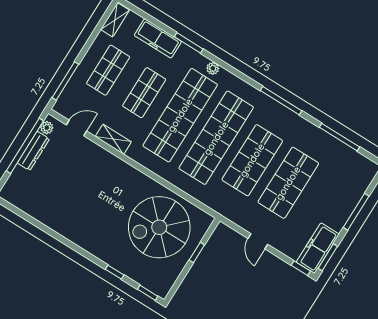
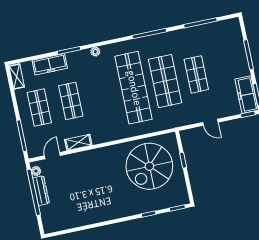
shop shelf: (180, 115) -> (102, 94), removed
shop shelf: (288, 183) -> (196, 74), width x0.70, depth x0.74

